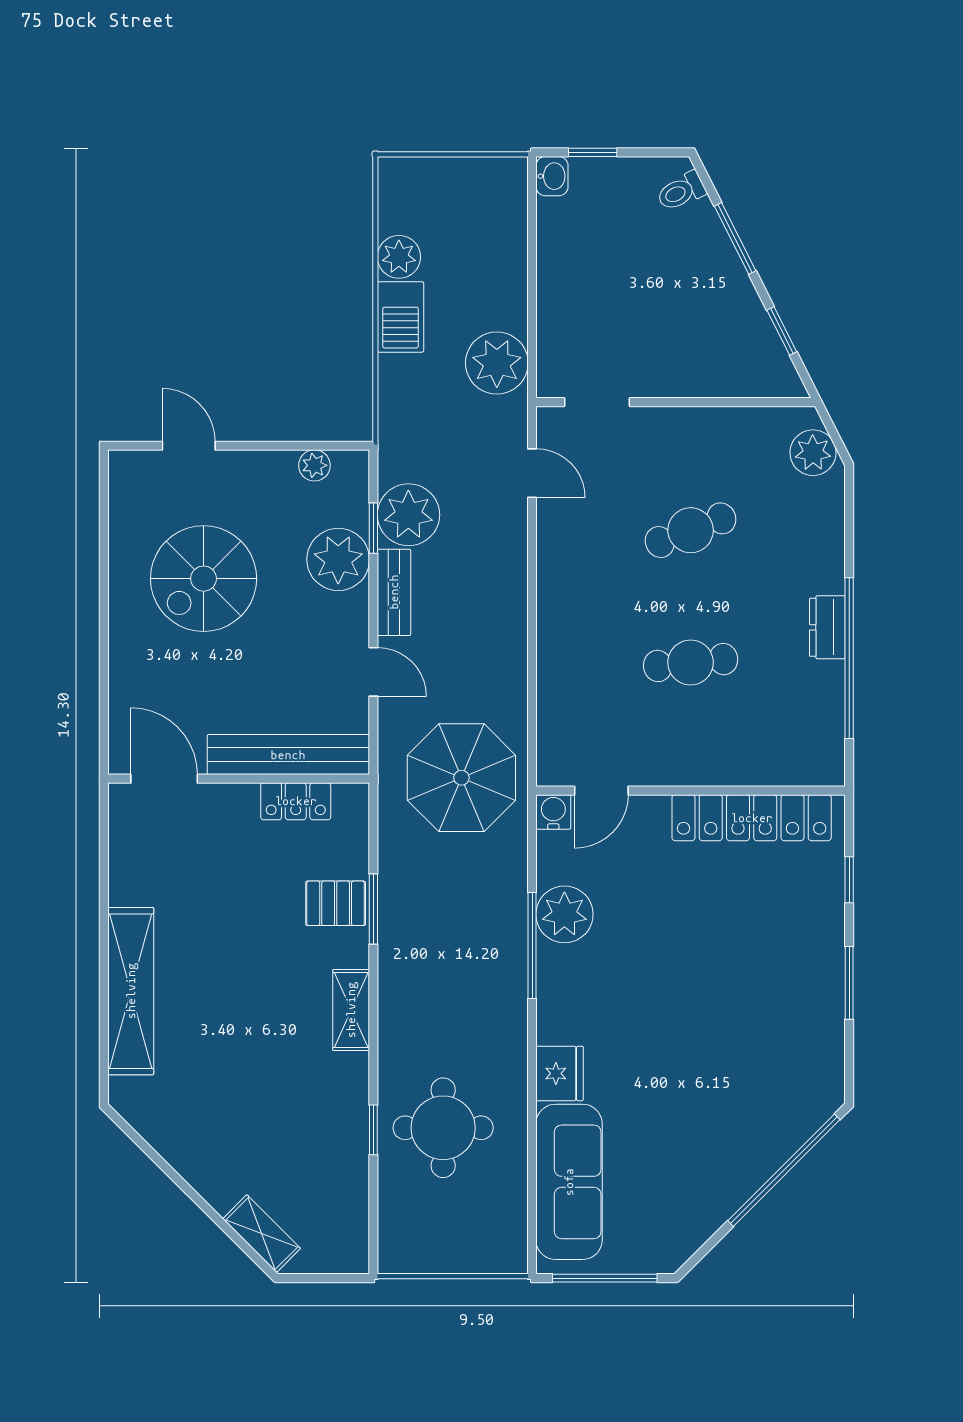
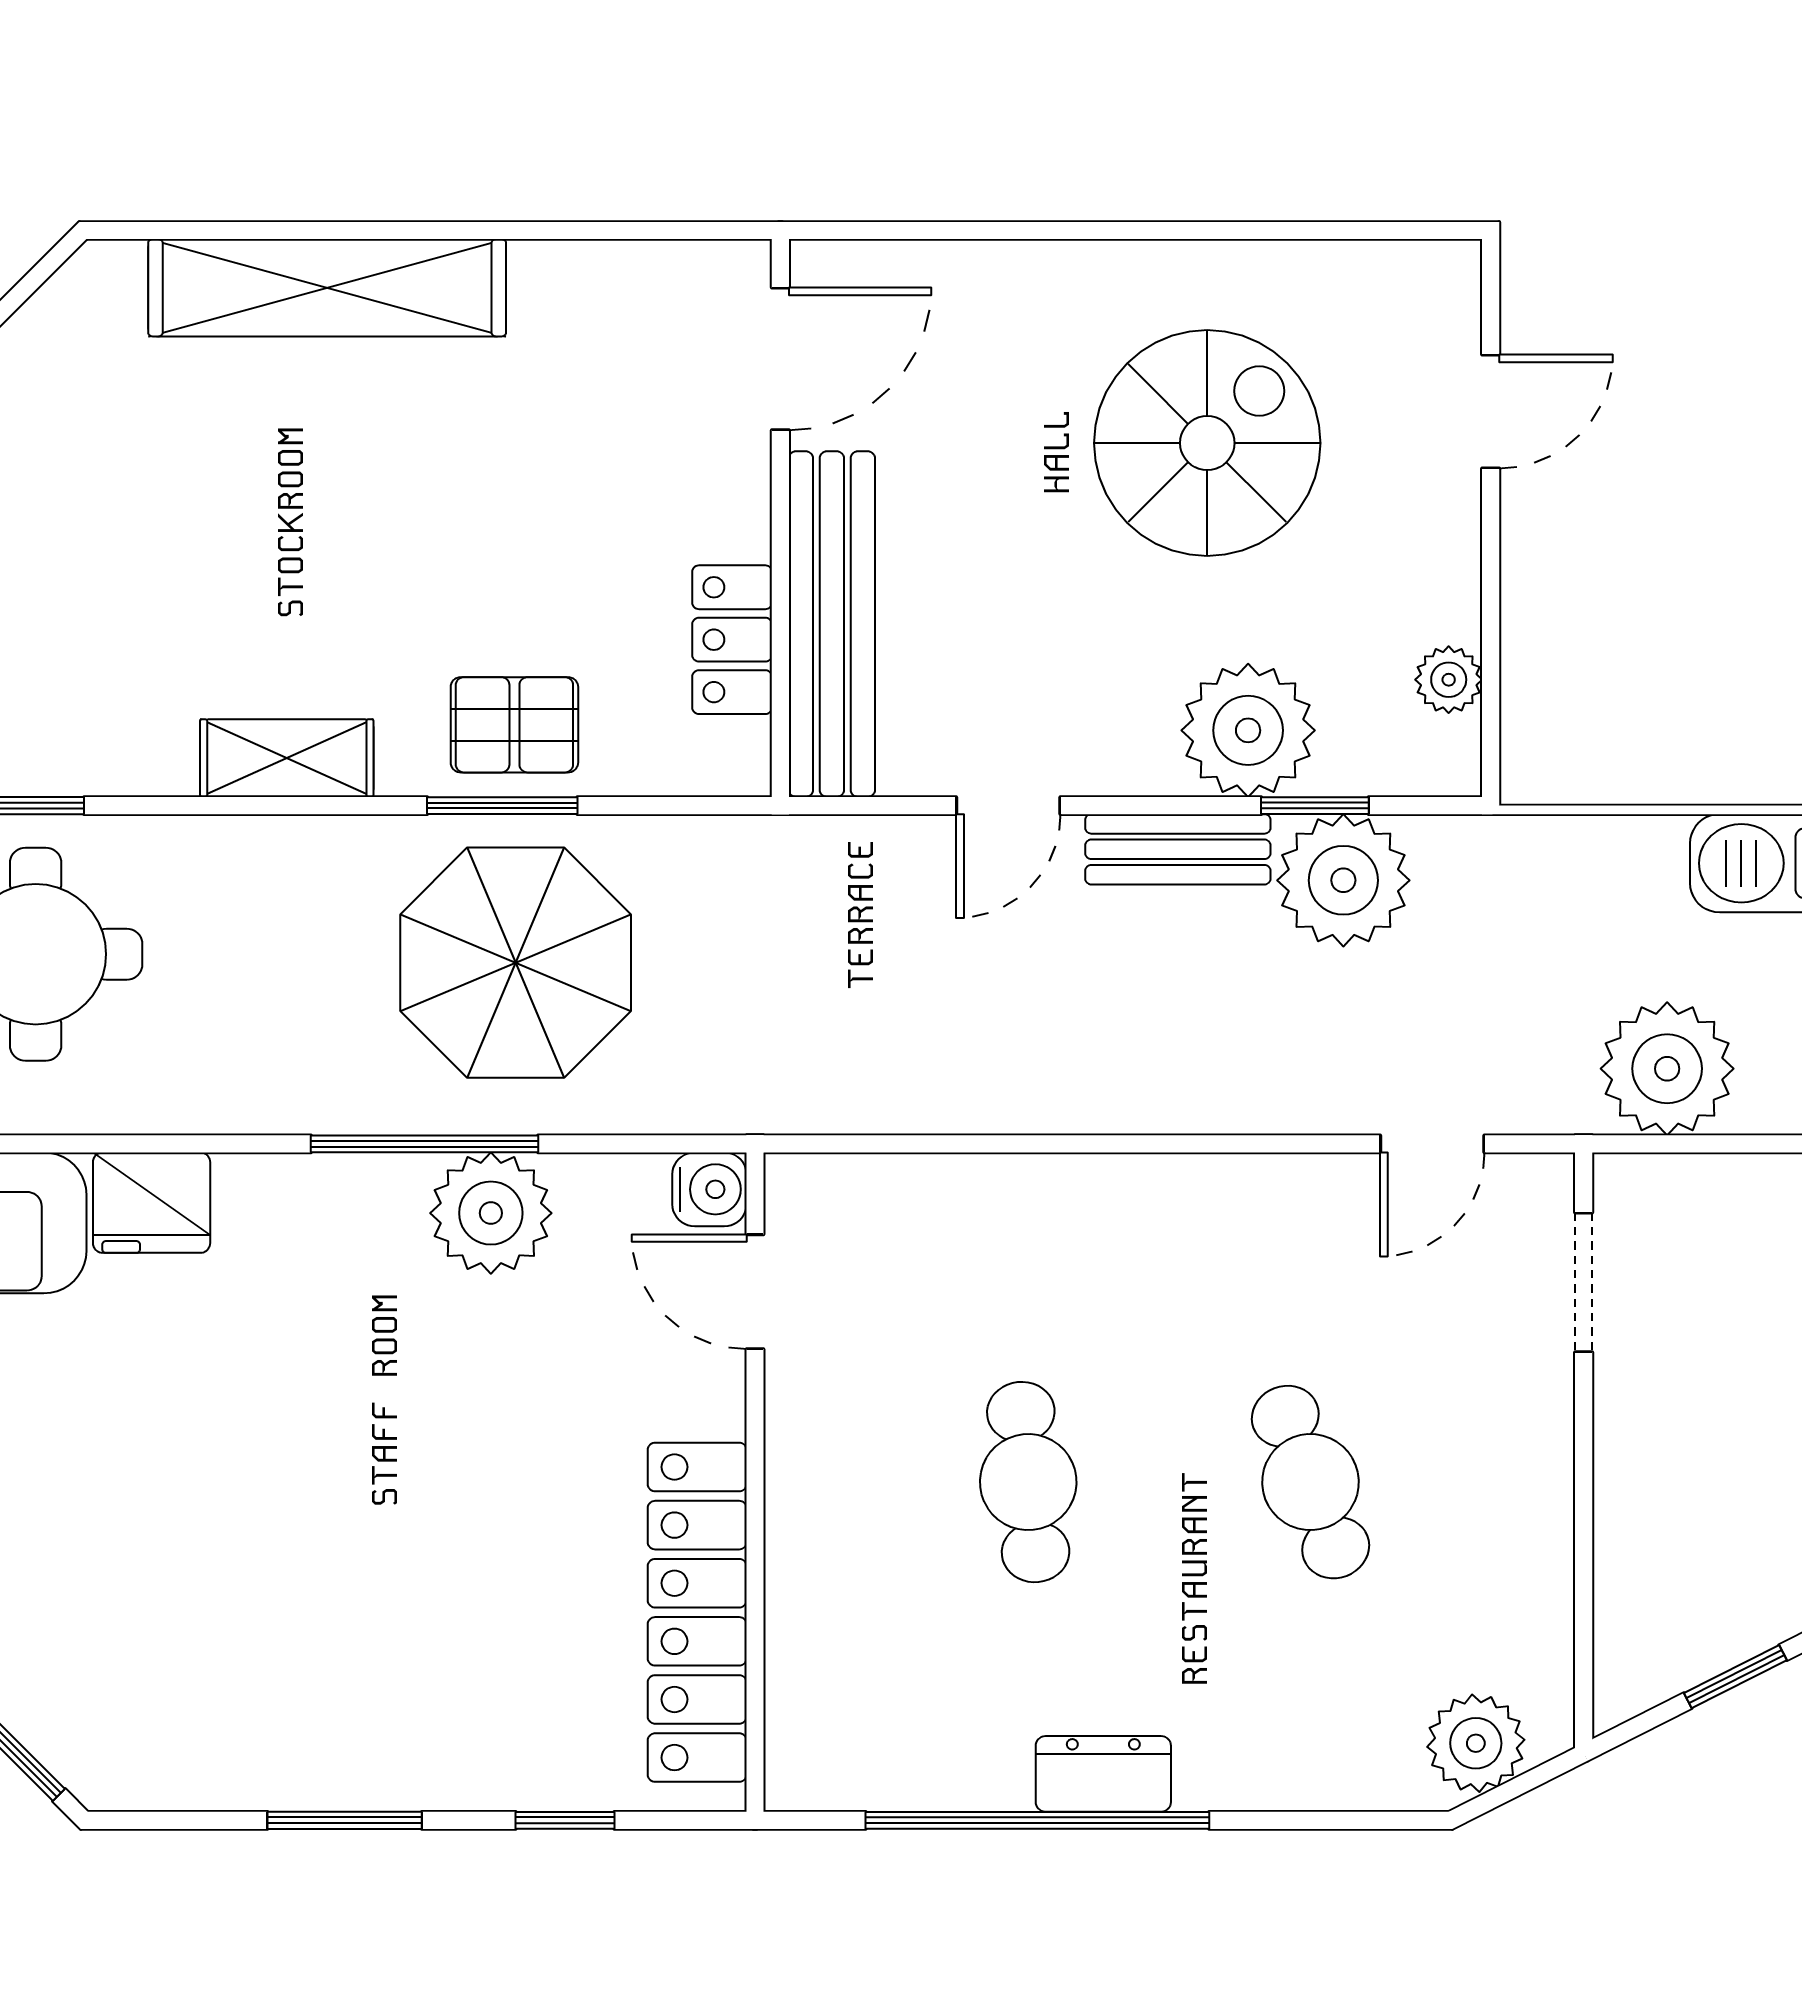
spiral stairs: (204, 579) -> (1207, 443), turned 90
parasol: (461, 778) -> (516, 963), moved
pallet: (336, 903) -> (514, 725), turned 90

